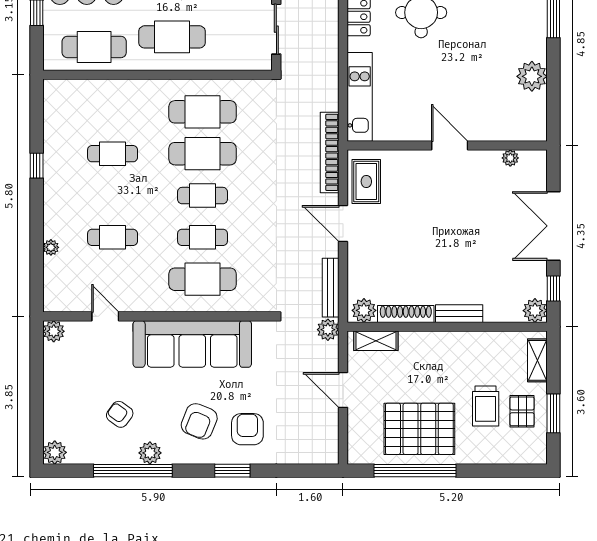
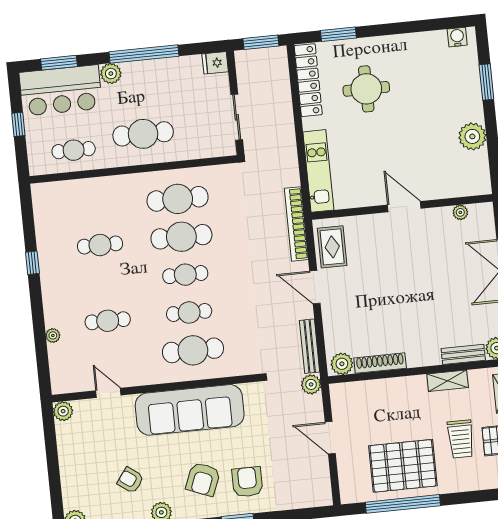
cafe table: (94, 47) -> (74, 150), width x0.73, depth x0.74
bench: (459, 314) -> (463, 354), moved
shelving: (376, 341) -> (448, 381), moved

